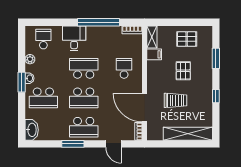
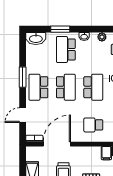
school desk: (124, 68) -> (93, 125), turned 180
window: (22, 82) -> (60, 29), moved
school desk: (84, 98) -> (66, 87), turned 180

